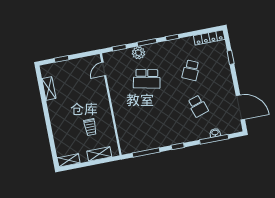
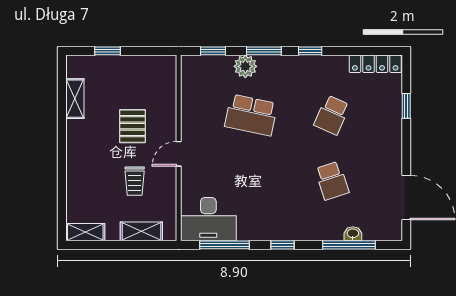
door: (104, 69) -> (179, 154), moved
pallet: (83, 97) -> (132, 126), added
desk: (134, 140) -> (208, 219), added

